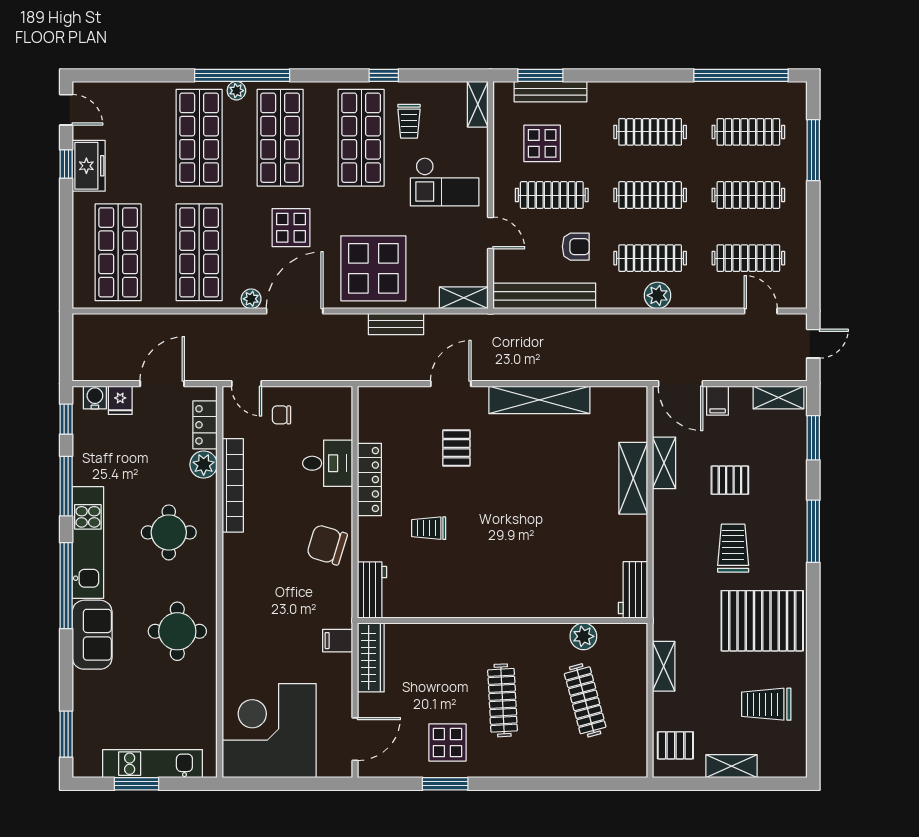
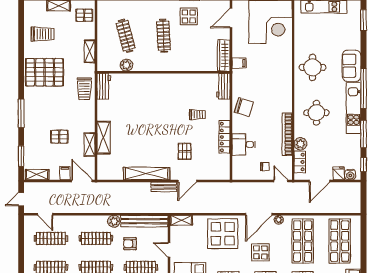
plant: (658, 295) -> (114, 221), moved
bench: (396, 324) -> (164, 187), moved
trolley: (733, 548) -> (84, 89), moved

